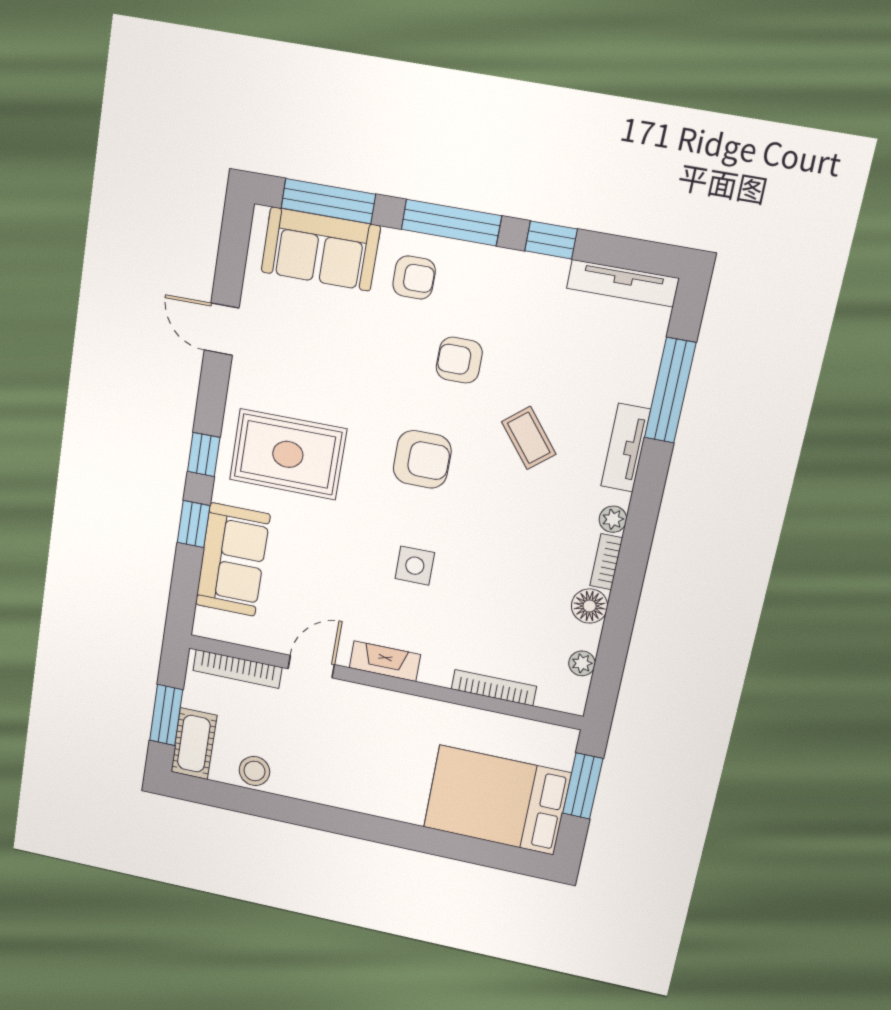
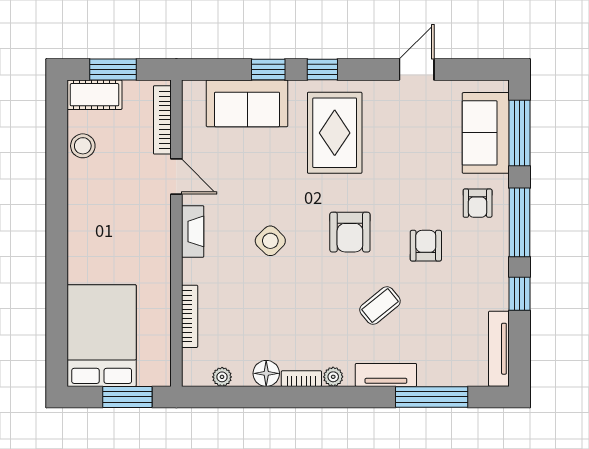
side table: (415, 566) -> (270, 241), turned 45

